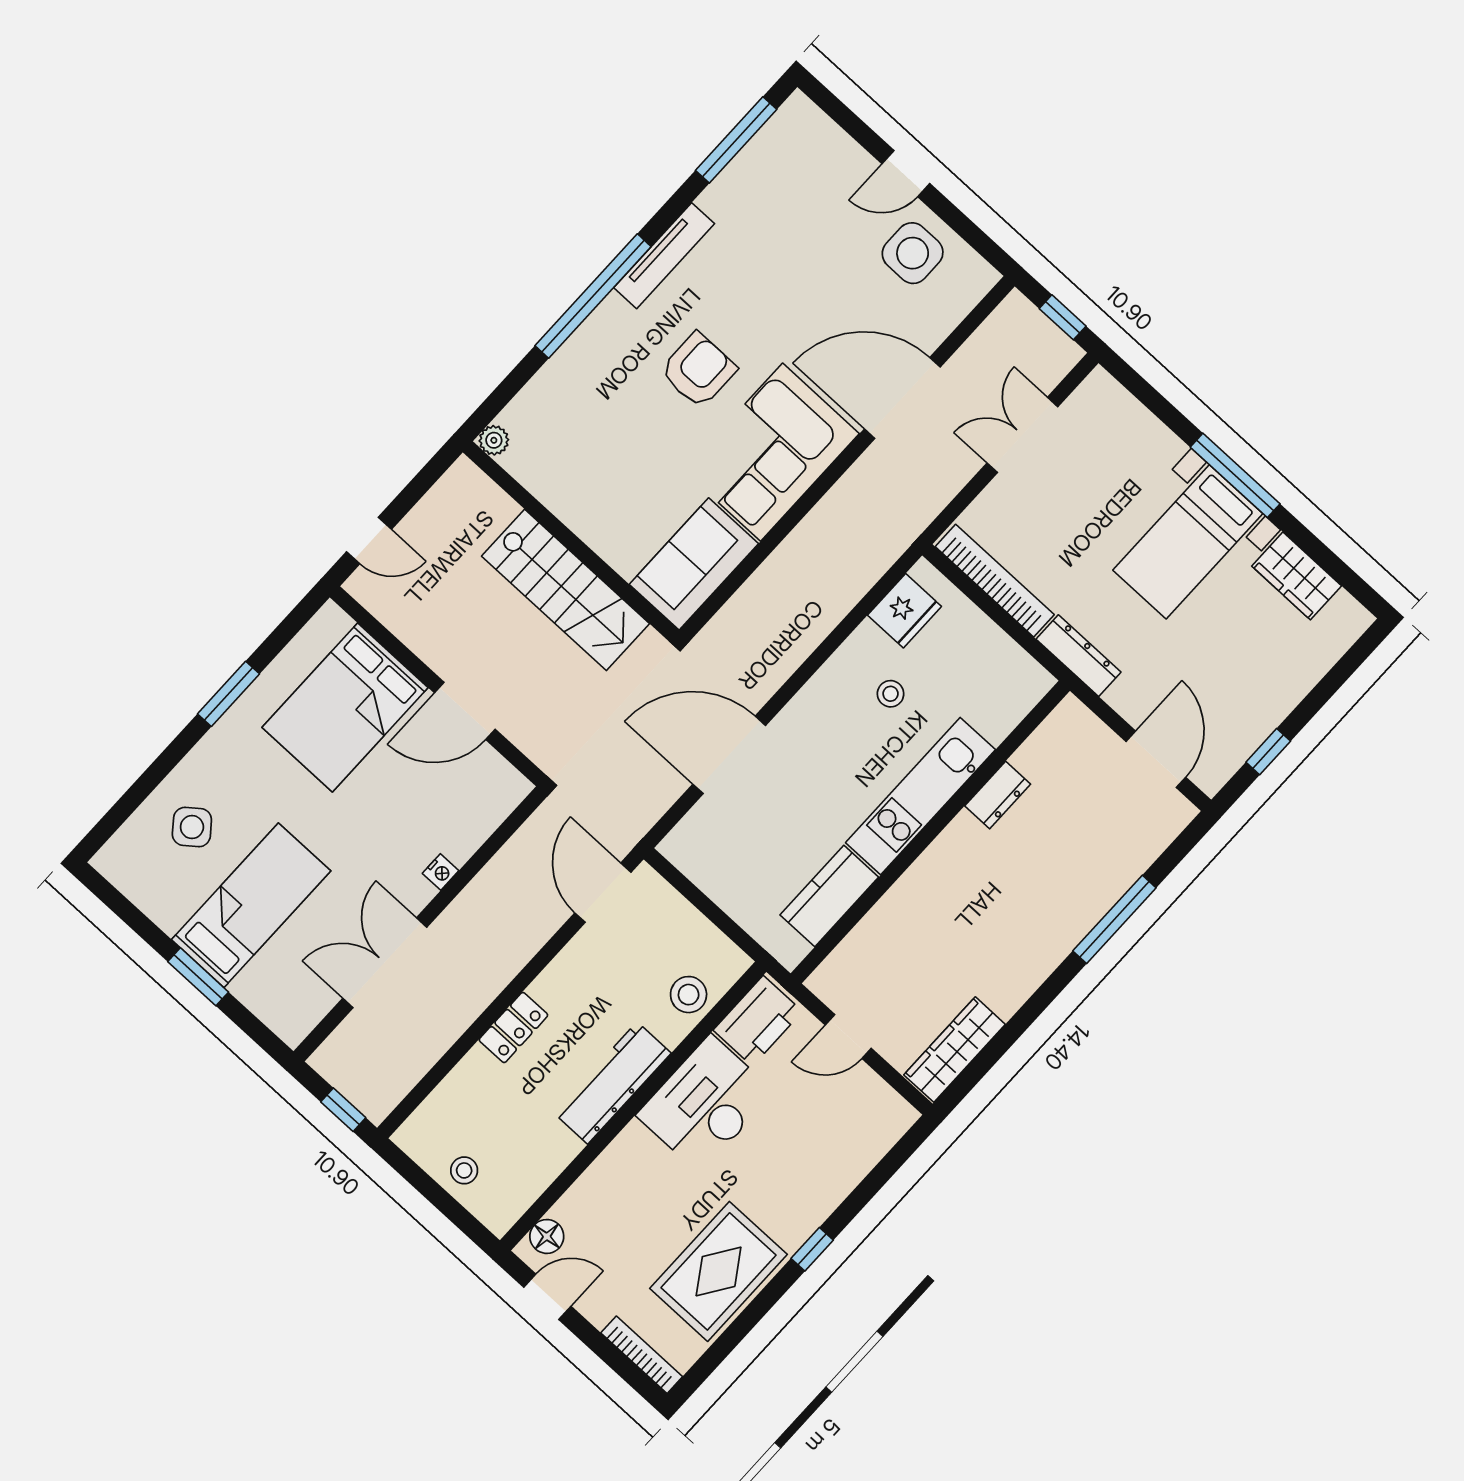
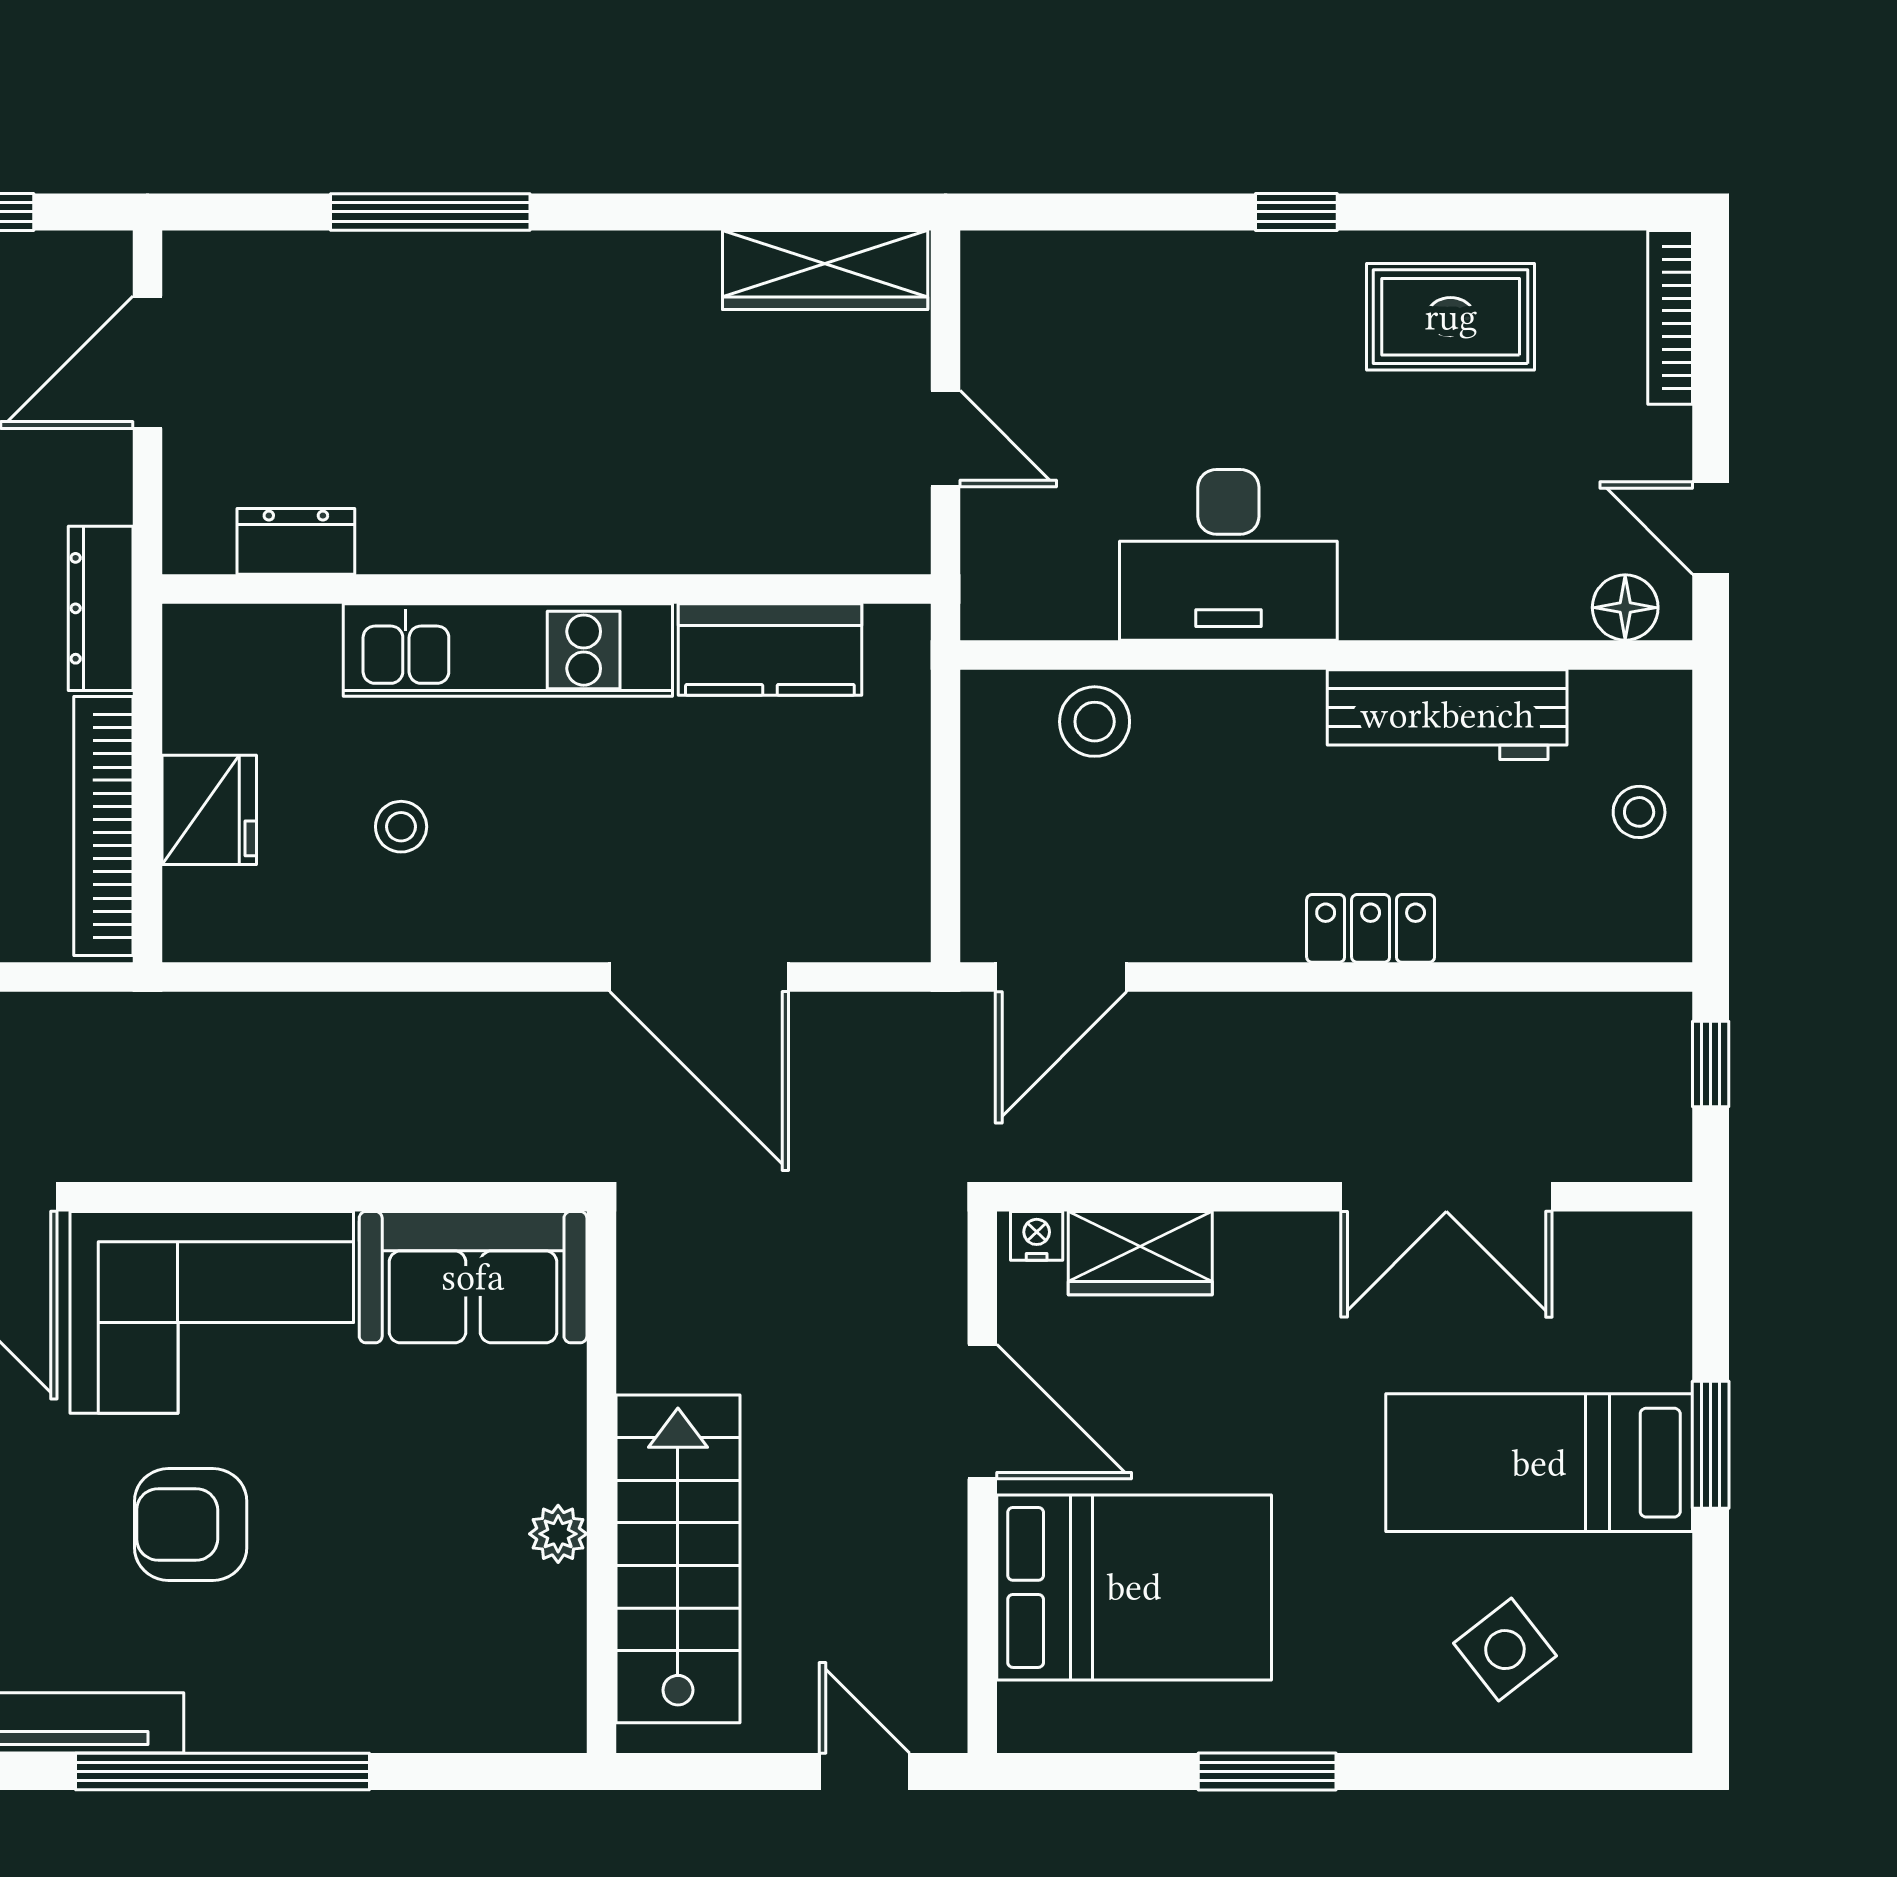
plant: (494, 440) -> (558, 1534), moved
stairs: (565, 590) -> (678, 1559), moved
fridge: (904, 611) -> (209, 810), moved, turned 90
dresser: (998, 795) -> (296, 541), moved
wardrobe: (470, 826) -> (1140, 1253), added
nightstand: (441, 872) -> (1037, 1236), moved
printer: (758, 1021) -> (1042, 588), removed
workbench: (612, 1083) -> (1447, 715), moved
rug: (719, 1271) -> (1451, 317), width x0.73, depth x0.70

